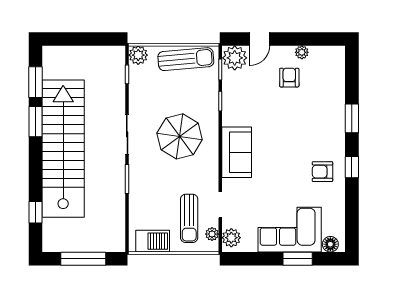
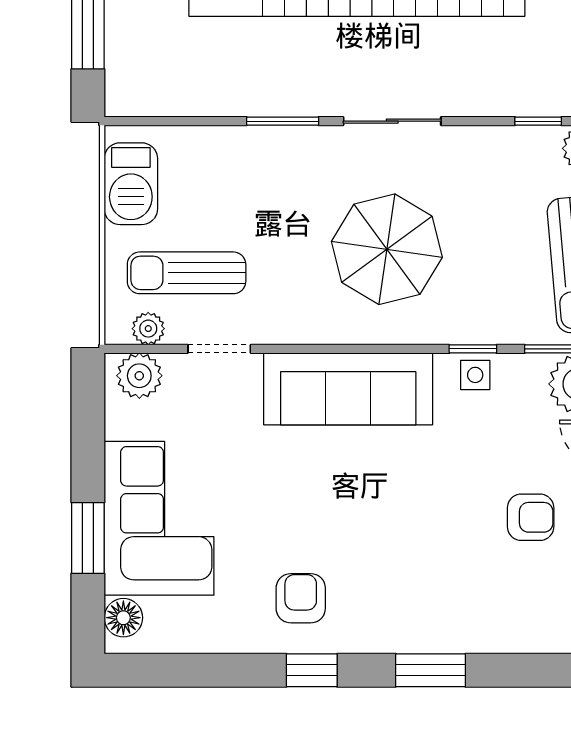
side table: (231, 100) -> (475, 375), added
sofa: (237, 152) -> (348, 389), width x1.36

